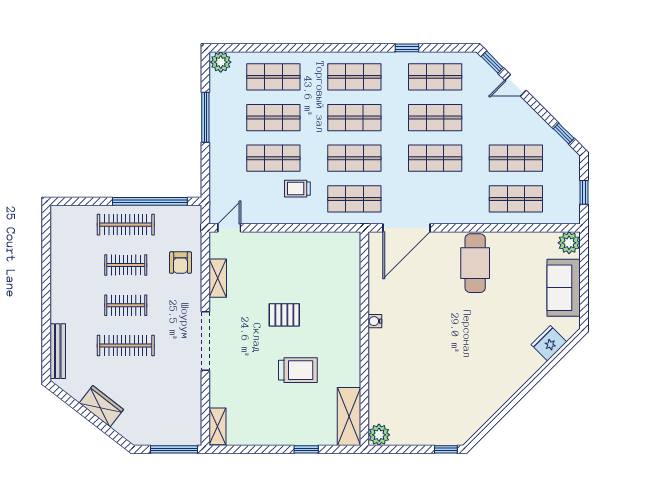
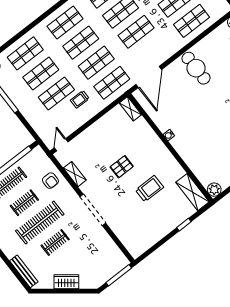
clothes rail: (126, 305) -> (40, 223), width x1.86, depth x1.31
clothes rail: (126, 345) -> (55, 242), width x0.73
shelving: (217, 426) -> (130, 109), moved

